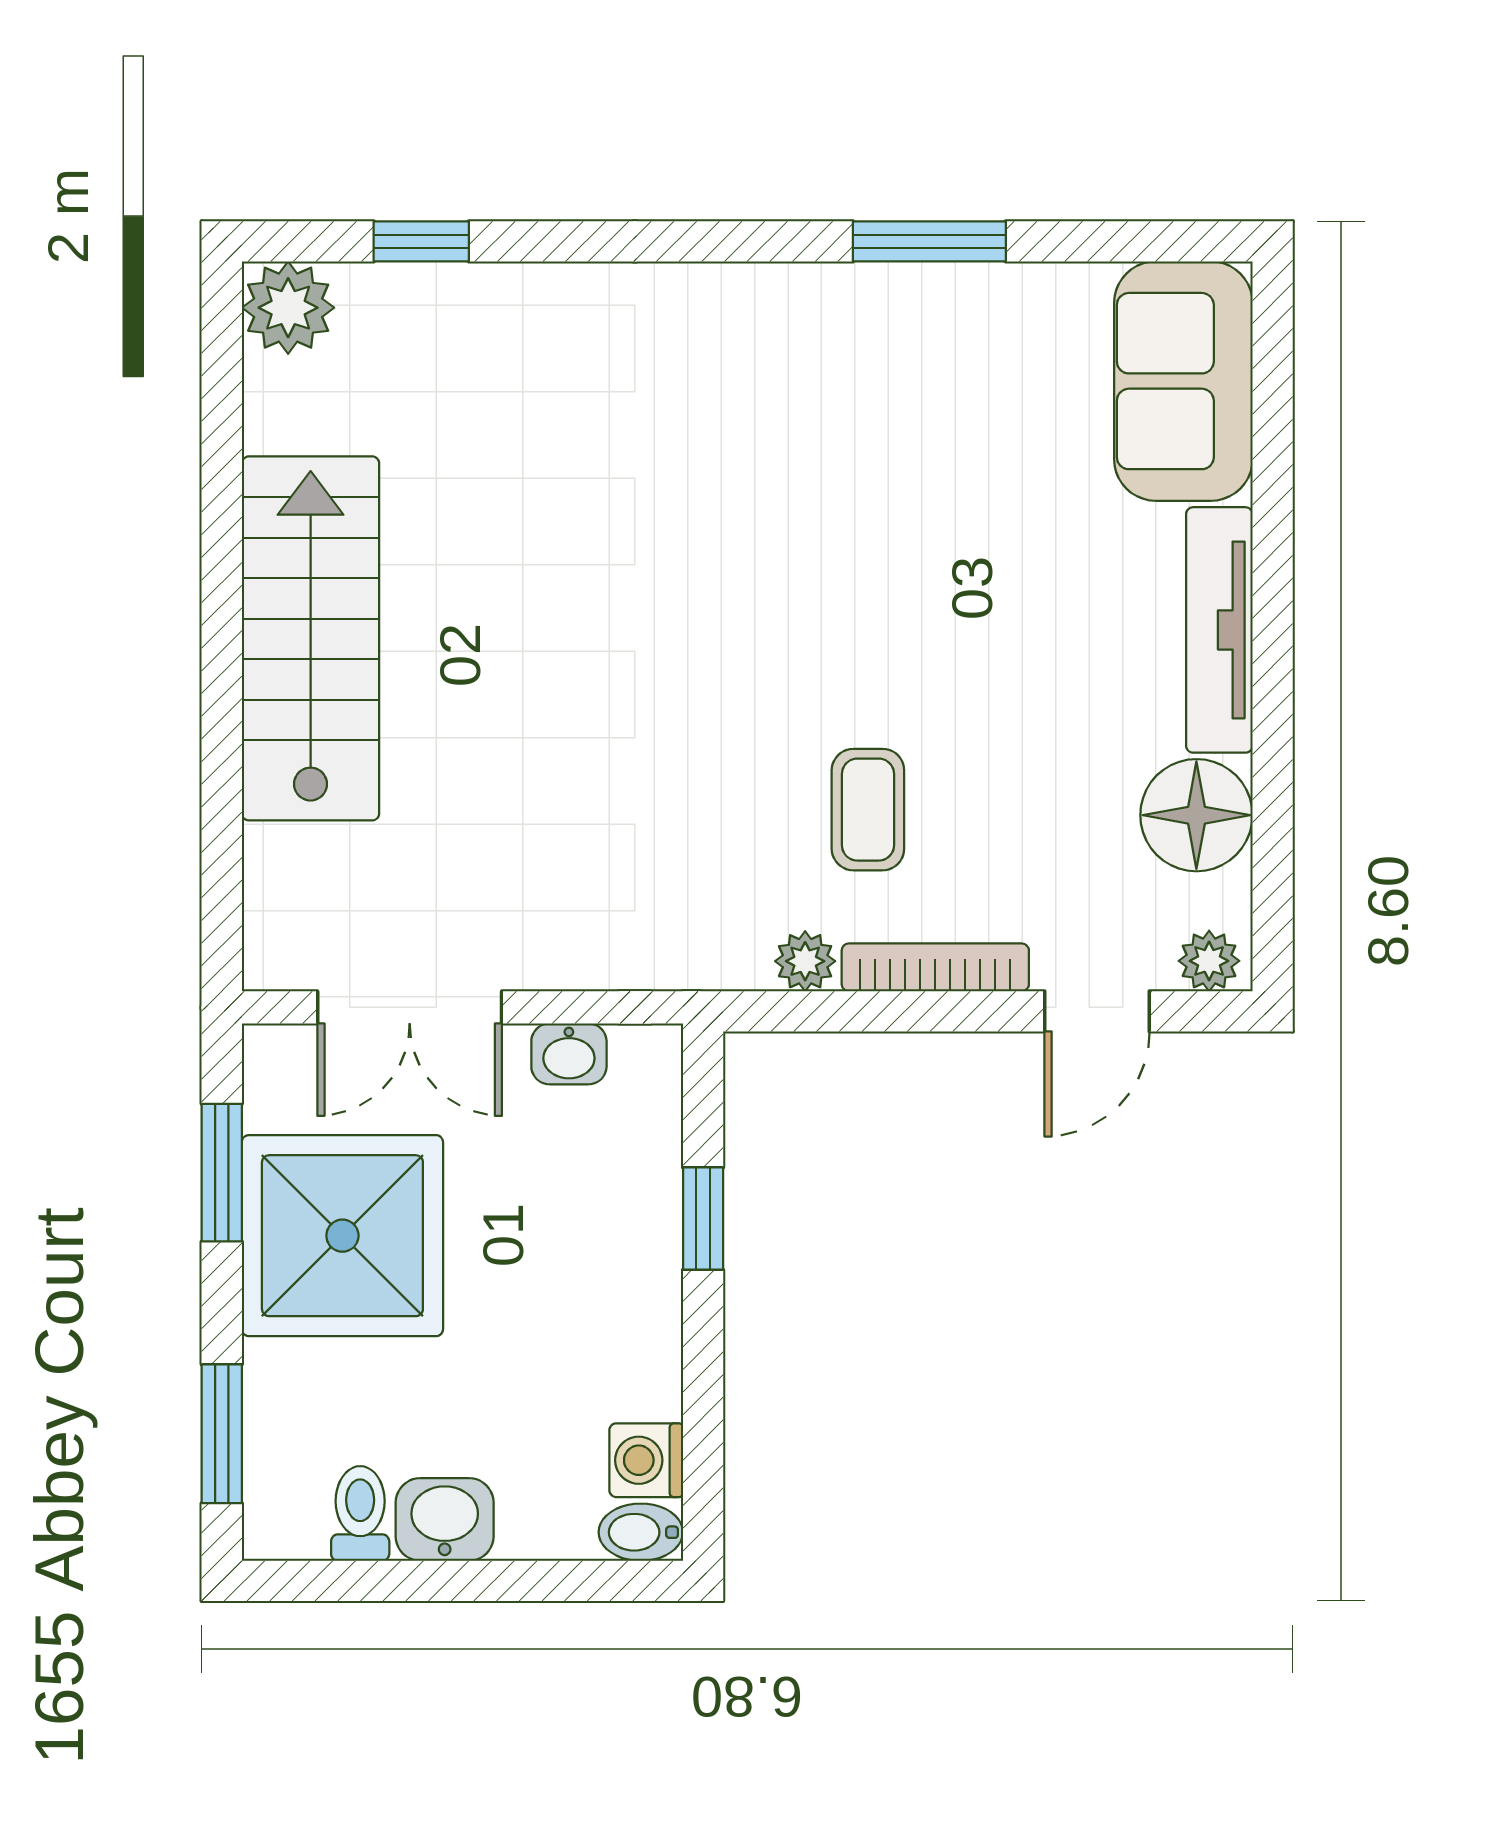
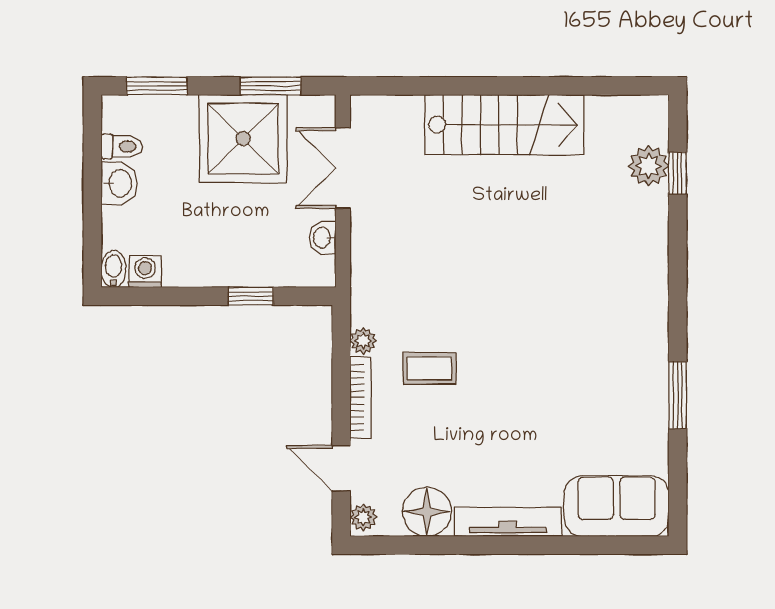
plant: (288, 308) -> (649, 166), moved

